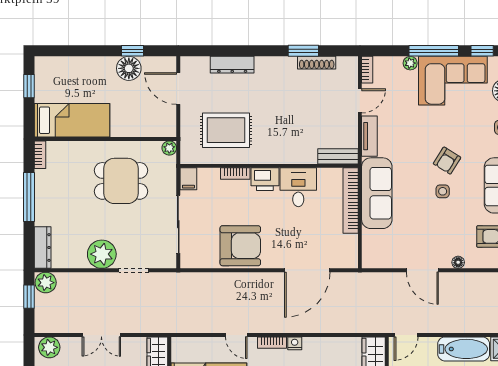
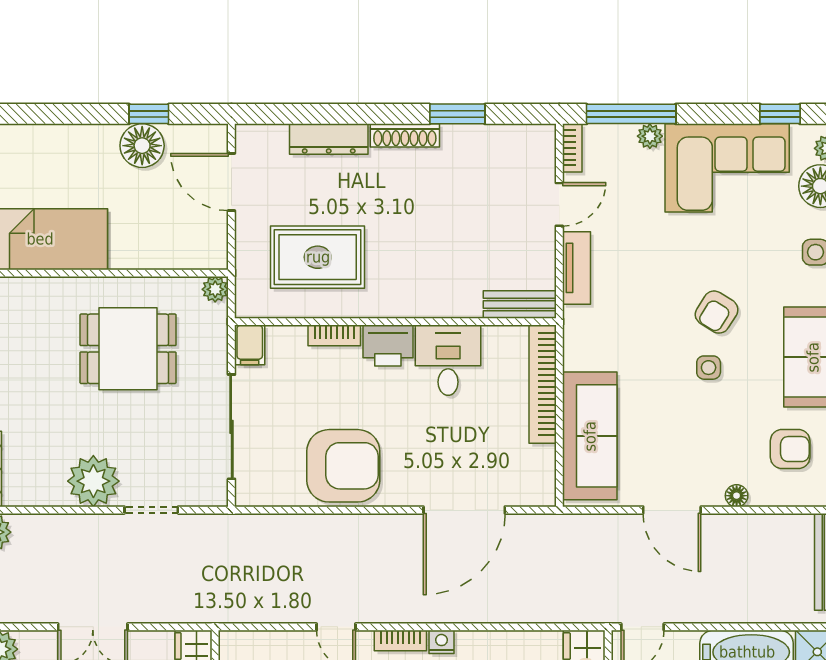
window: (434, 51) -> (631, 114), moved
shoe rack: (317, 63) -> (405, 135), moved
sofa: (377, 193) -> (590, 436), moved

